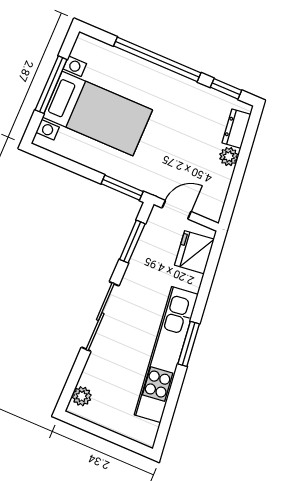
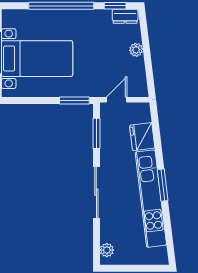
dresser: (236, 129) -> (125, 16), moved, turned -83
fridge: (194, 252) -> (142, 137), moved

